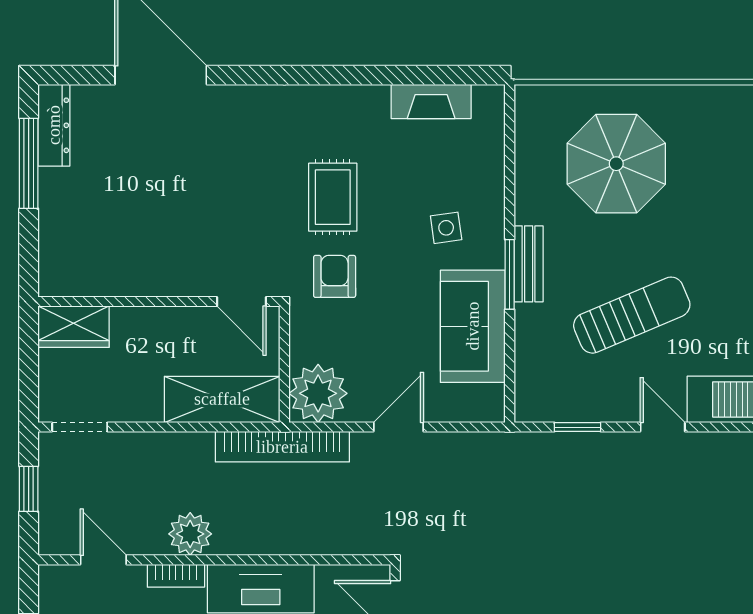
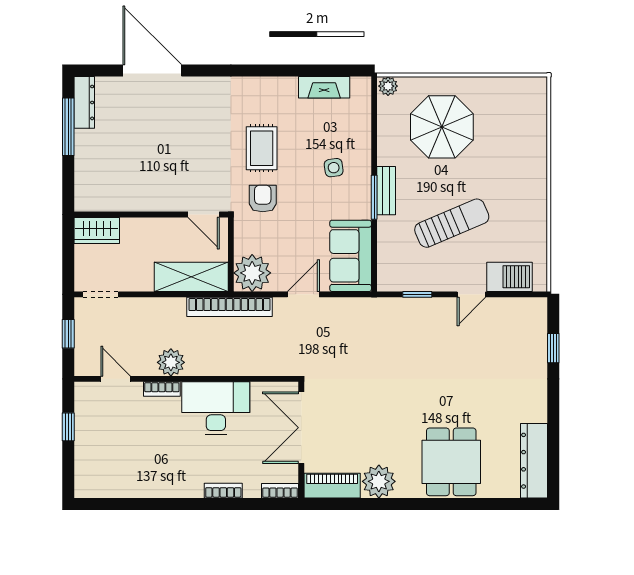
plant: (532, 100) -> (388, 86), added
sofa: (473, 326) -> (351, 256), moved
door: (663, 427) -> (471, 294), swing flipped

